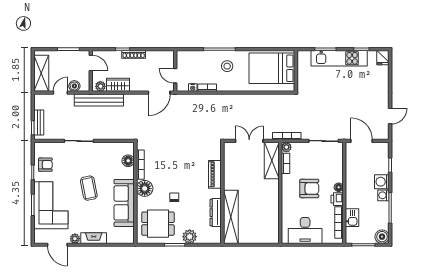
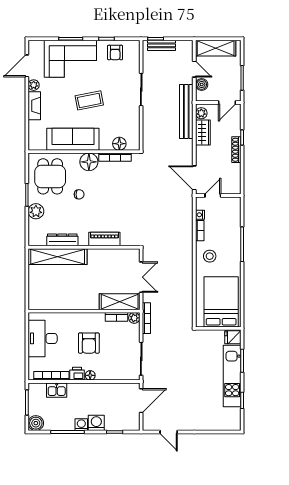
fridge: (383, 58) -> (233, 337), moved
stool: (227, 66) -> (210, 256), moved

